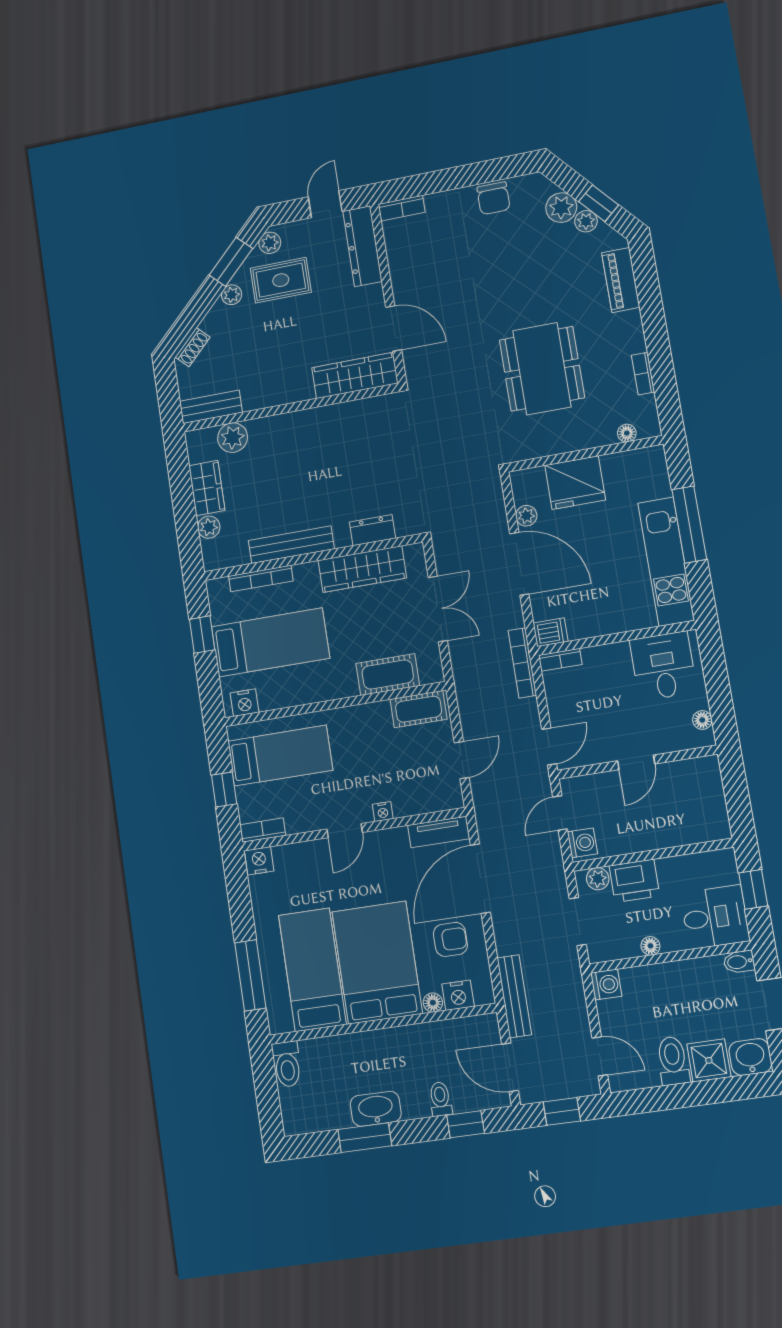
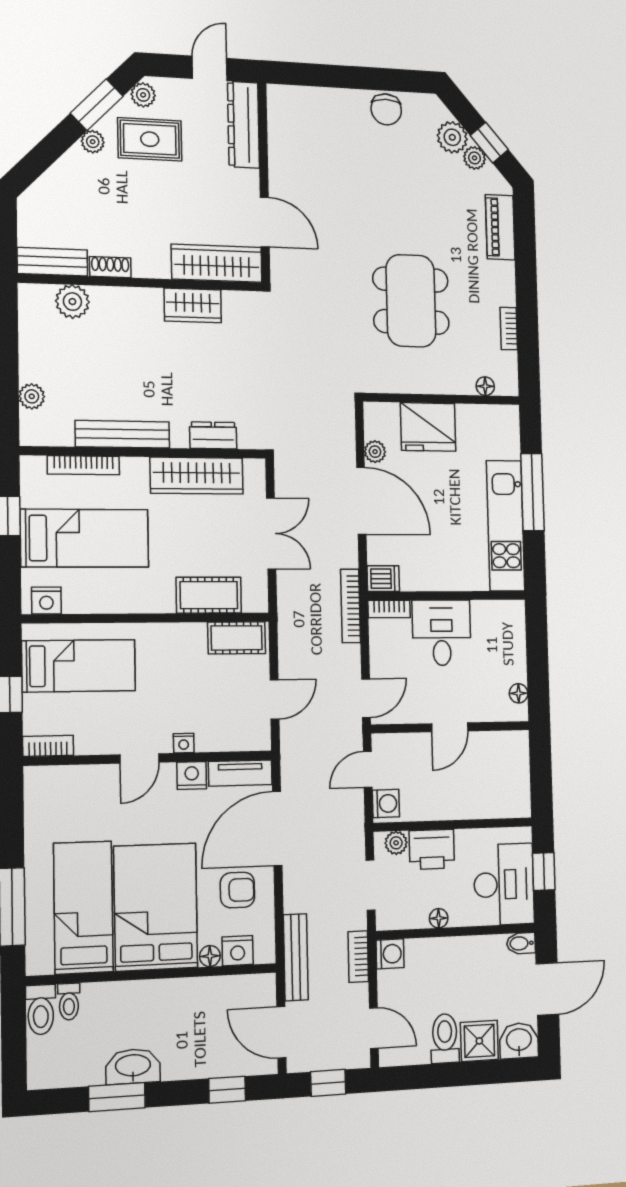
bookcase: (402, 208) -> (358, 957), moved, turned 90
shoe rack: (193, 347) -> (110, 267), moved, turned -135
wardrobe: (207, 488) -> (193, 305), moved, turned 90
desk: (663, 666) -> (442, 633), moved
nightstand: (259, 861) -> (192, 776), moved
desk: (715, 917) -> (504, 884), width x1.37
toilet: (440, 1099) -> (69, 1002), moved, turned 180

